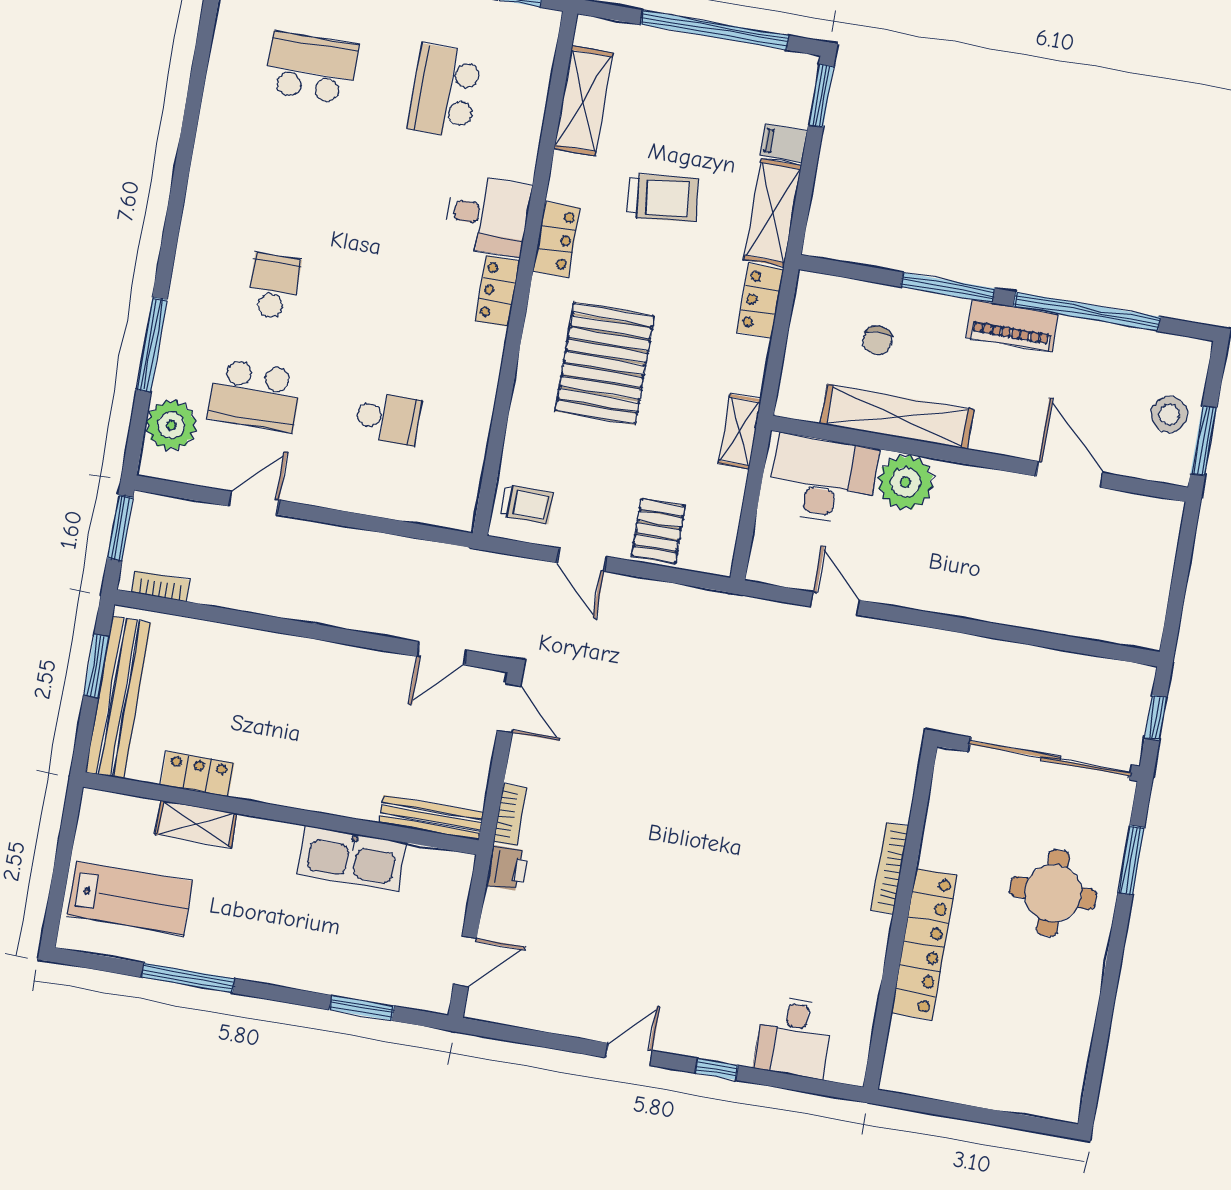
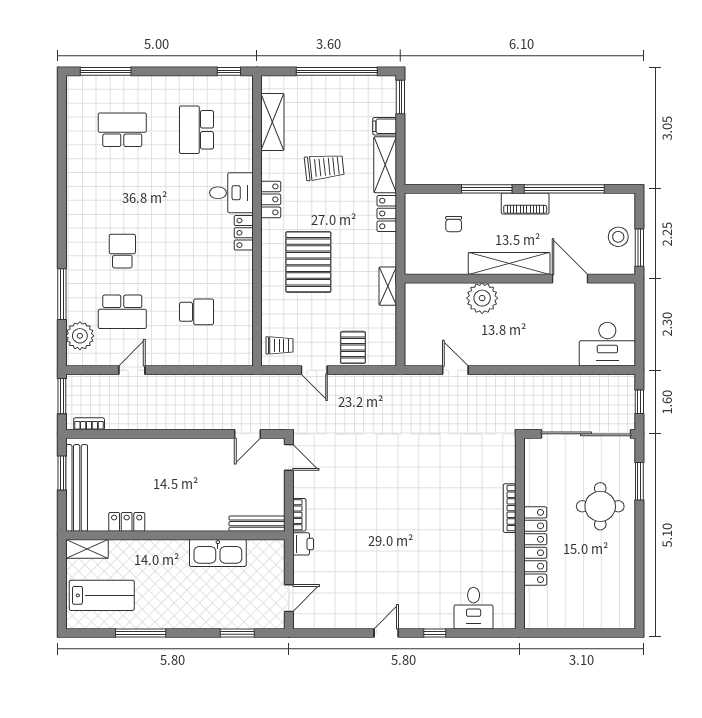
shelving: (897, 417) -> (509, 263), moved
desk: (823, 480) -> (607, 344), moved, turned 180
shelving: (196, 824) -> (87, 549), moved

